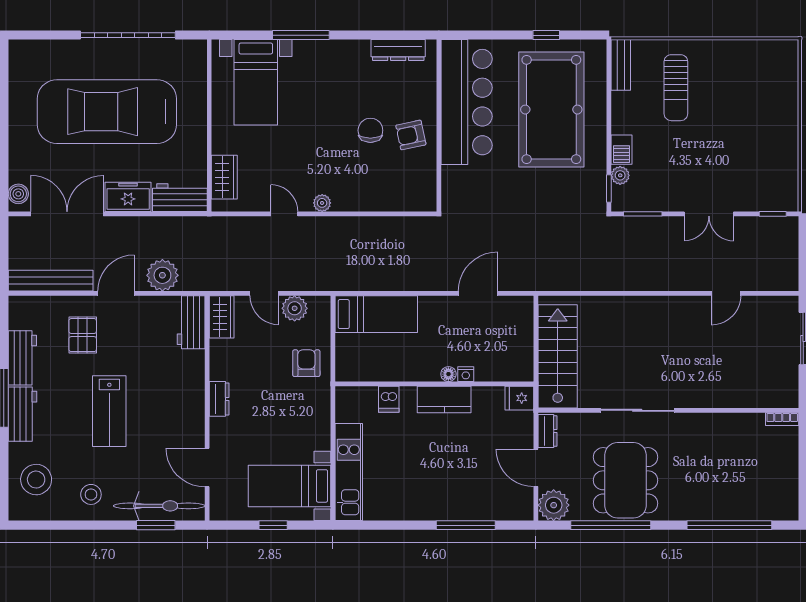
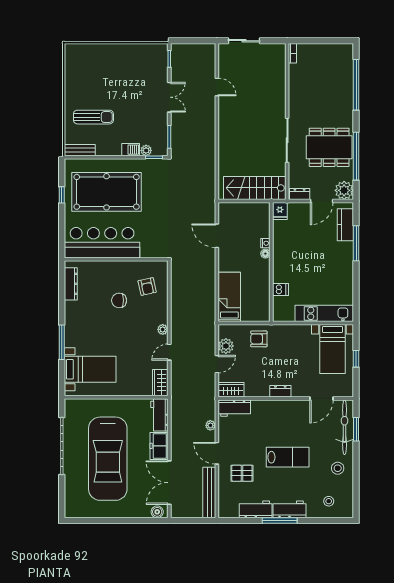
armchair: (411, 135) -> (147, 287), moved
wardrobe: (224, 177) -> (160, 383), moved, turned -90
plant: (162, 275) -> (210, 425), width x0.53, depth x0.53
kitchen counter: (444, 399) -> (345, 225), moved, turned 180
stool: (36, 480) -> (329, 501), width x0.53, depth x0.53

